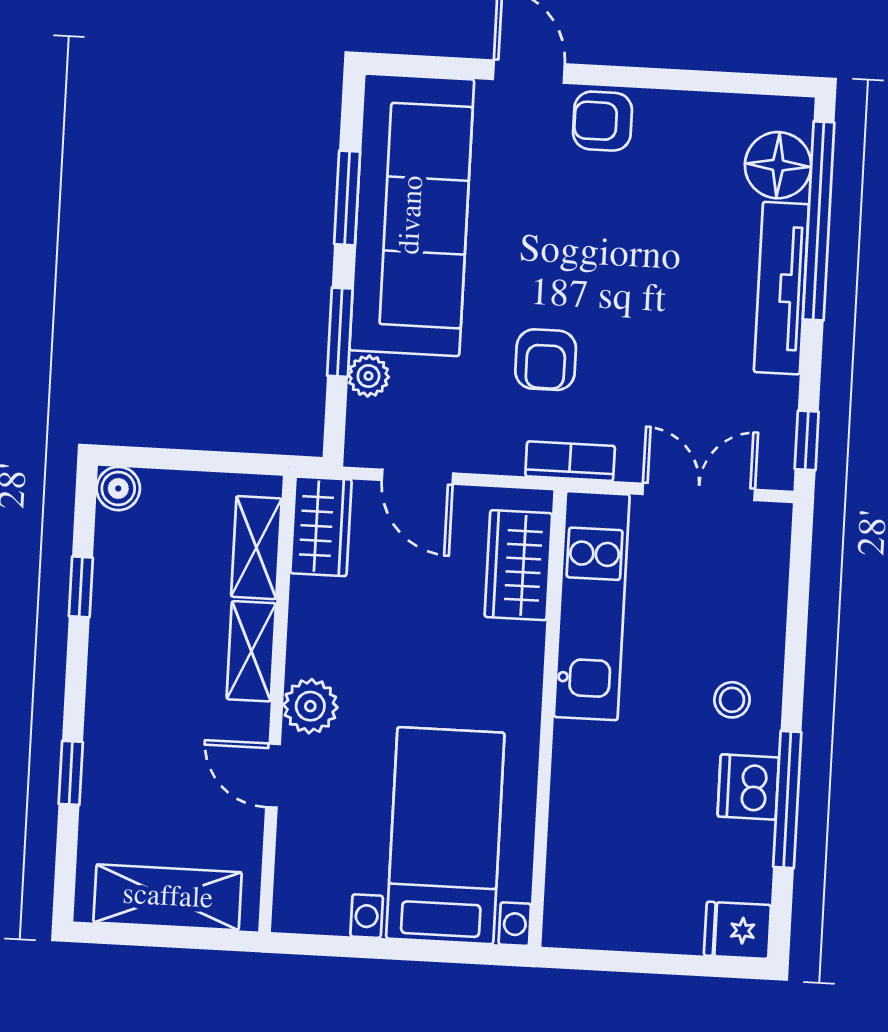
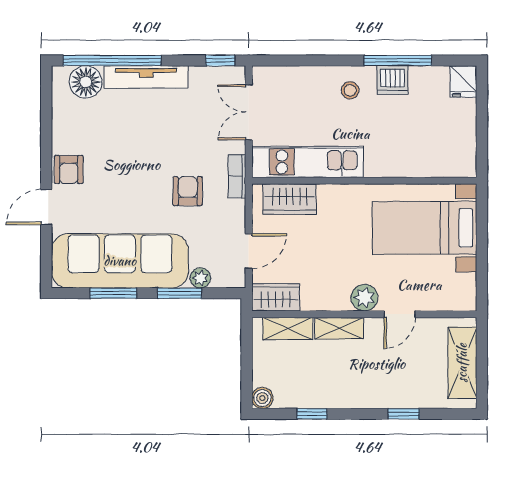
armchair: (546, 360) -> (188, 191), turned -90

